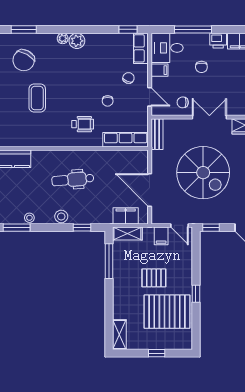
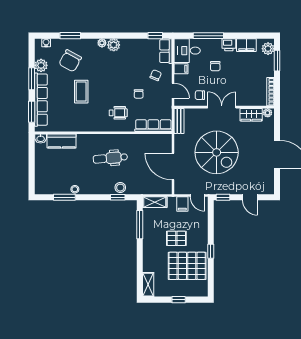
stool: (61, 216) -> (120, 188), moved
filing cabinet: (126, 216) -> (153, 188), removed

